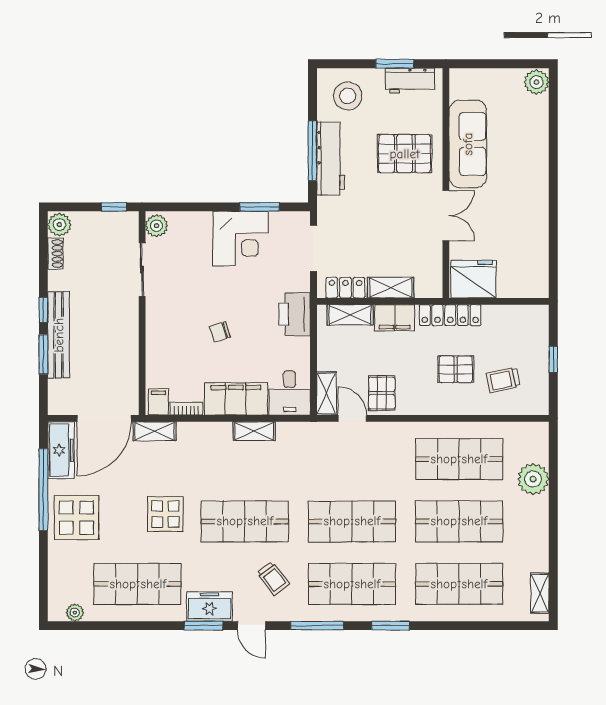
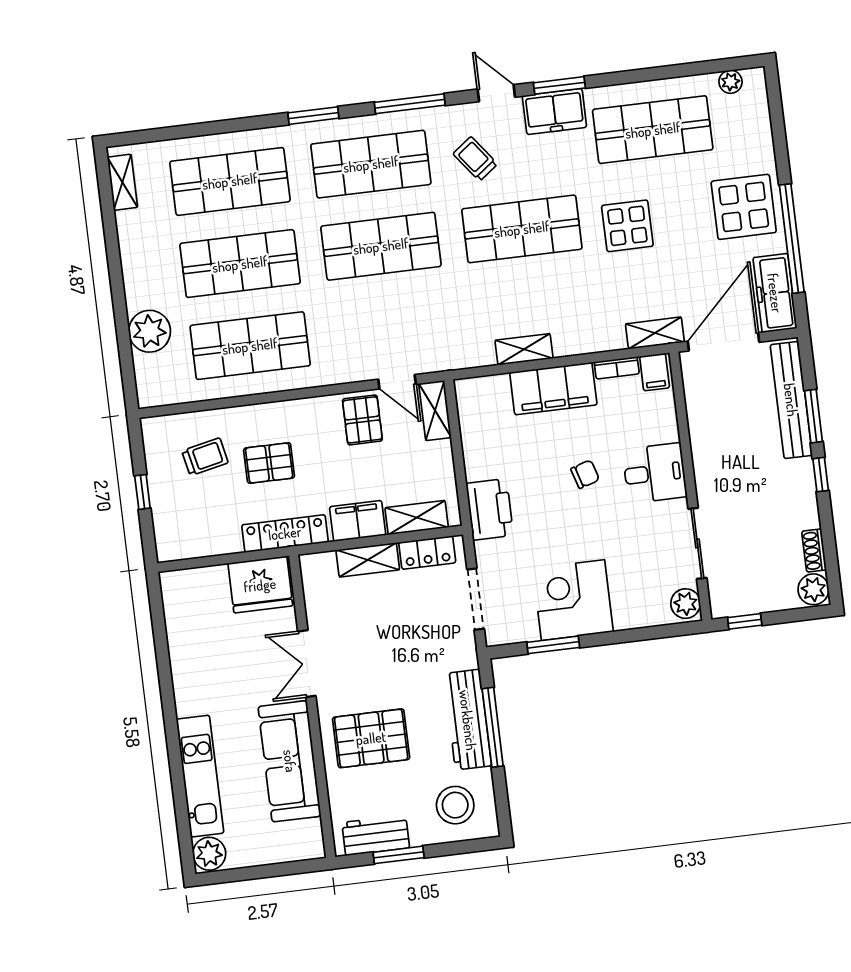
kitchen unit: (536, 141) -> (200, 776), added
bench: (59, 335) -> (791, 400), moved
desk: (290, 393) -> (655, 473), moved, turned 90

